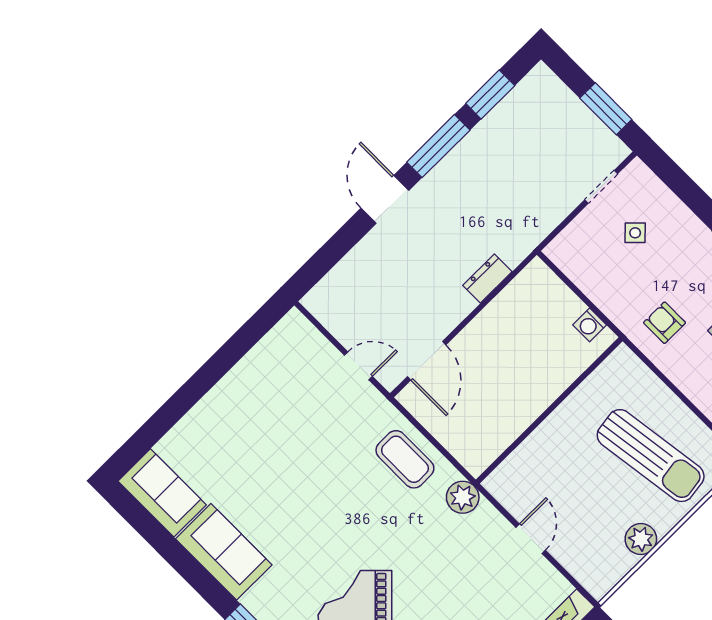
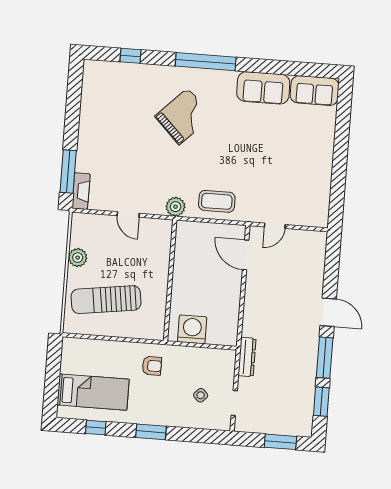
window: (606, 109) -> (280, 442), moved
dresser: (487, 279) -> (247, 357), moved, width x1.44
washing machine: (590, 325) -> (192, 329), width x1.89, depth x1.89

